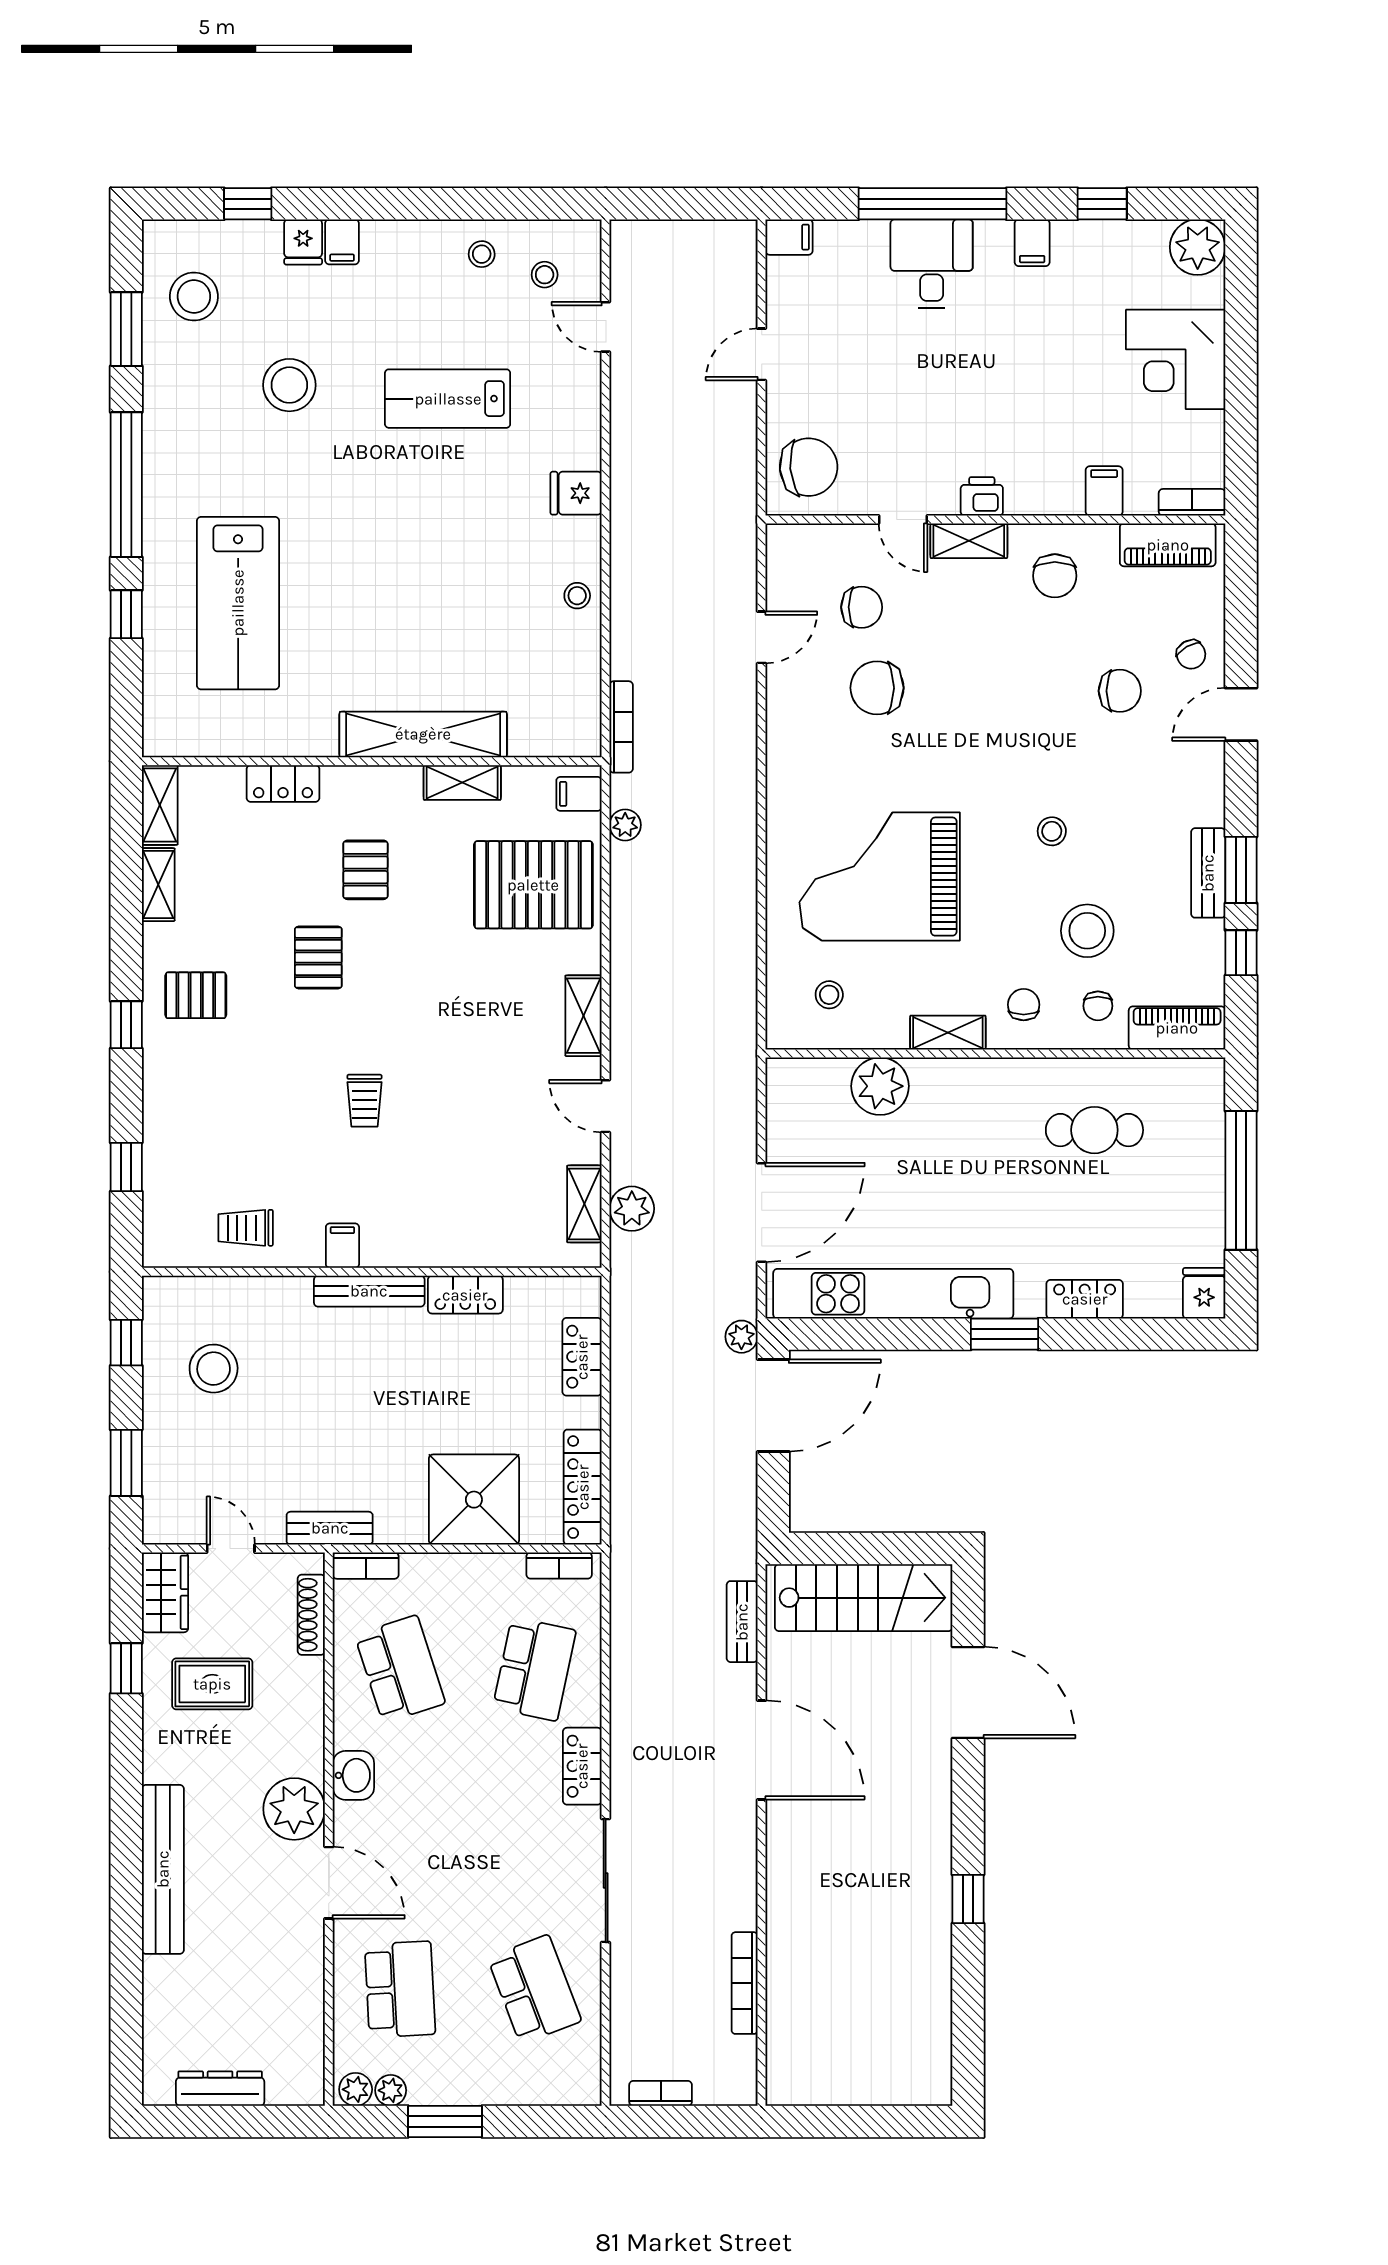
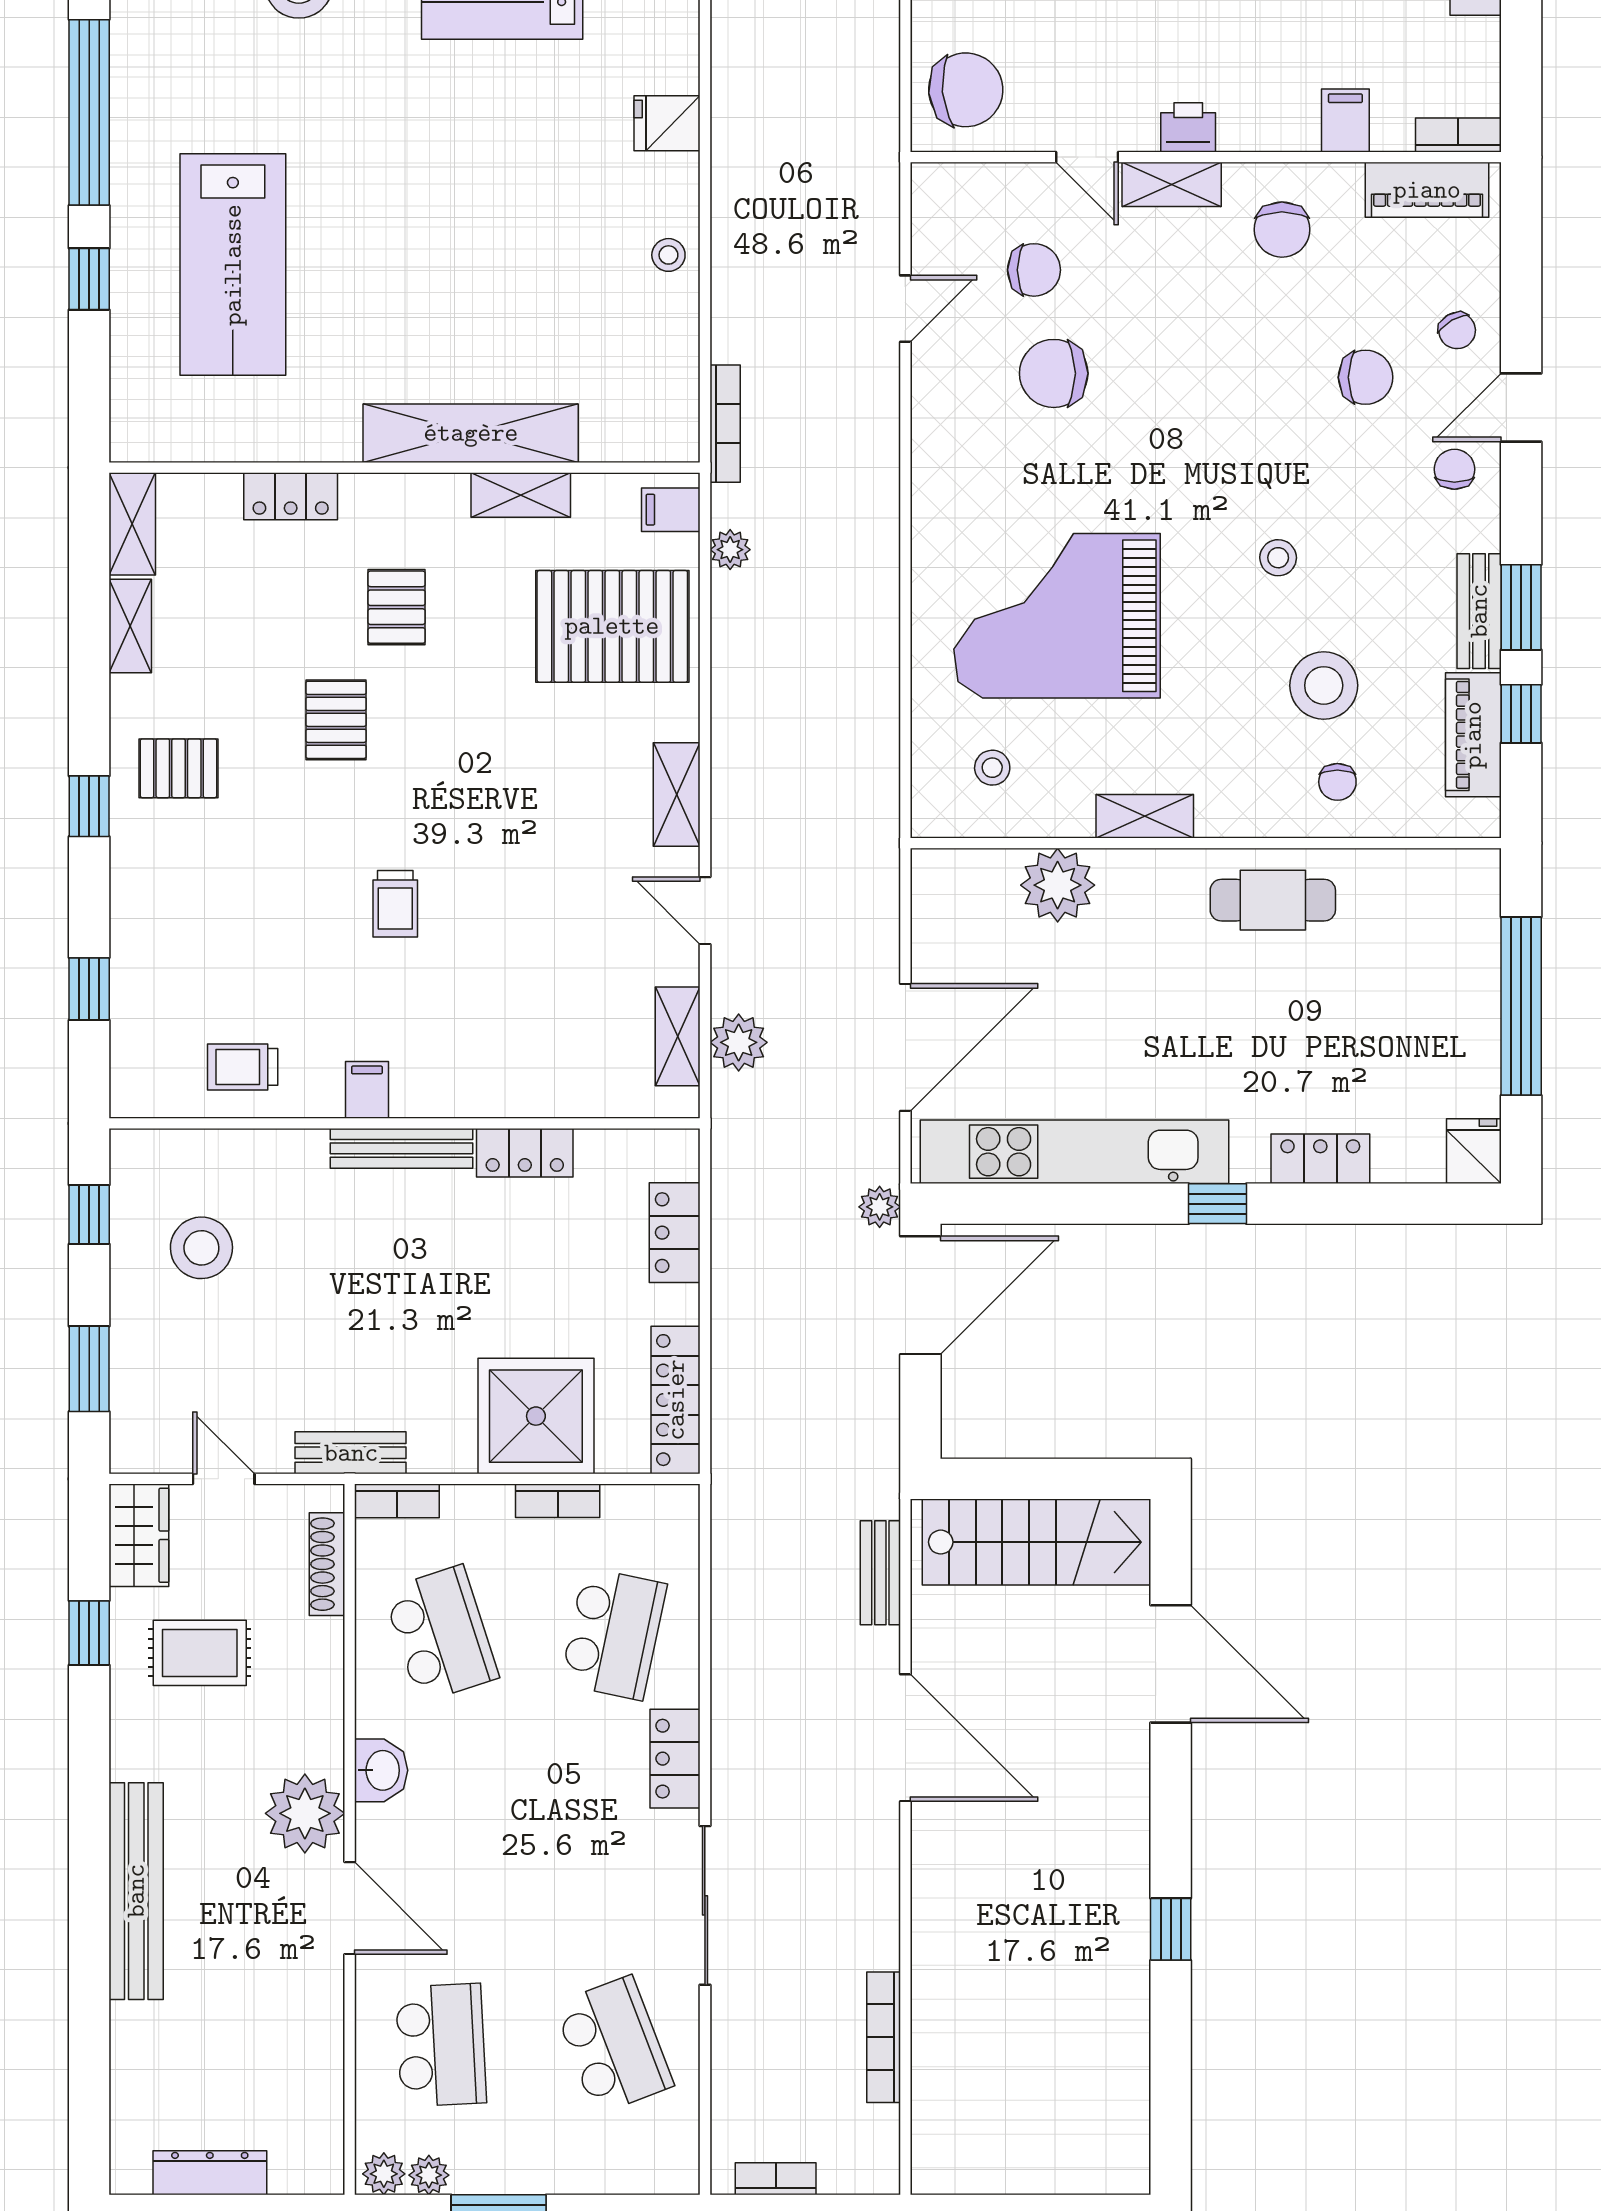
chair: (1024, 1005) -> (1454, 469), moved
piano: (1177, 1028) -> (1473, 735), moved, turned -90
cafe table: (1094, 1130) -> (1273, 900), moved
window: (1005, 1334) -> (1217, 1204), width x0.67
bookcase: (559, 1565) -> (558, 1501), moved

